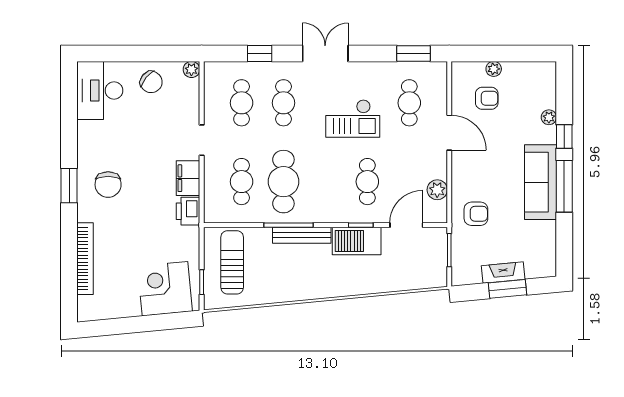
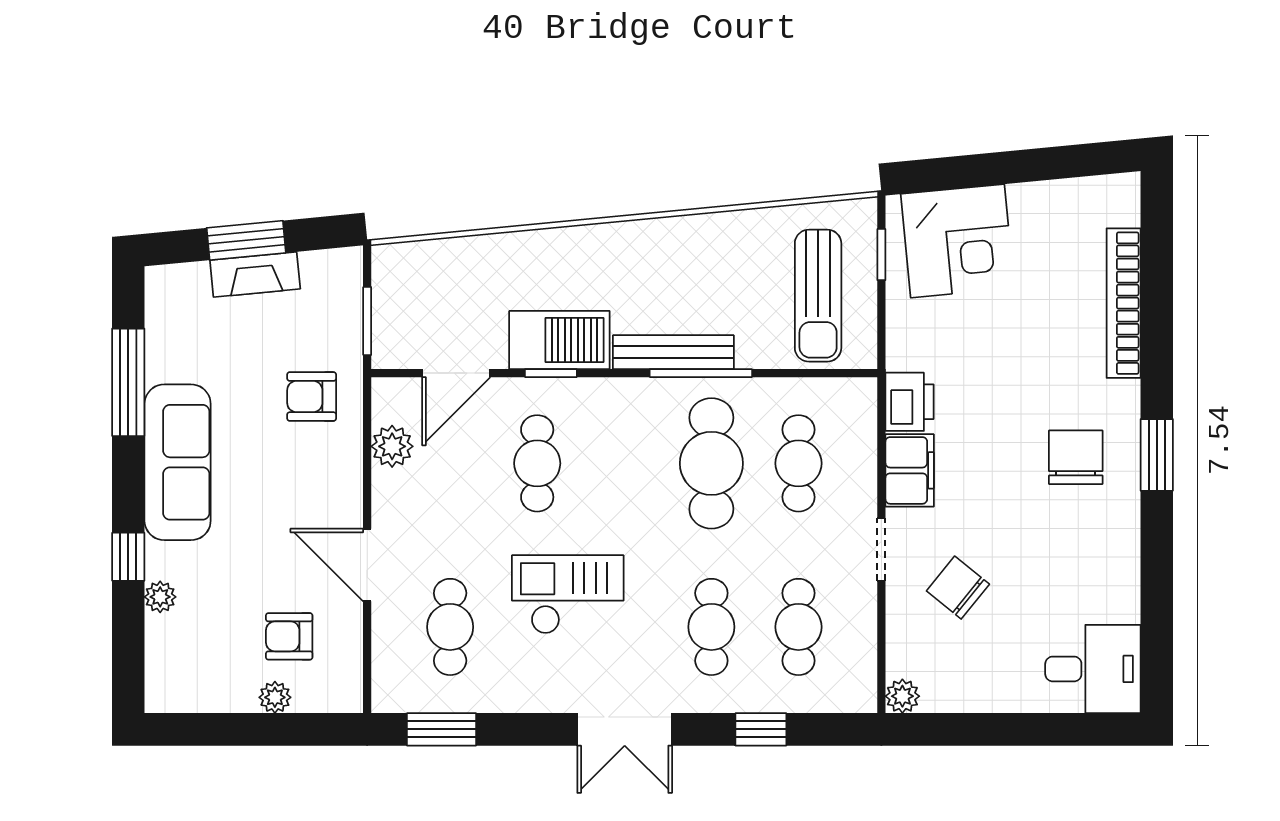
chair: (151, 82) -> (958, 588), moved
desk: (100, 90) -> (1093, 669), width x0.73
window: (564, 186) -> (128, 382), moved

